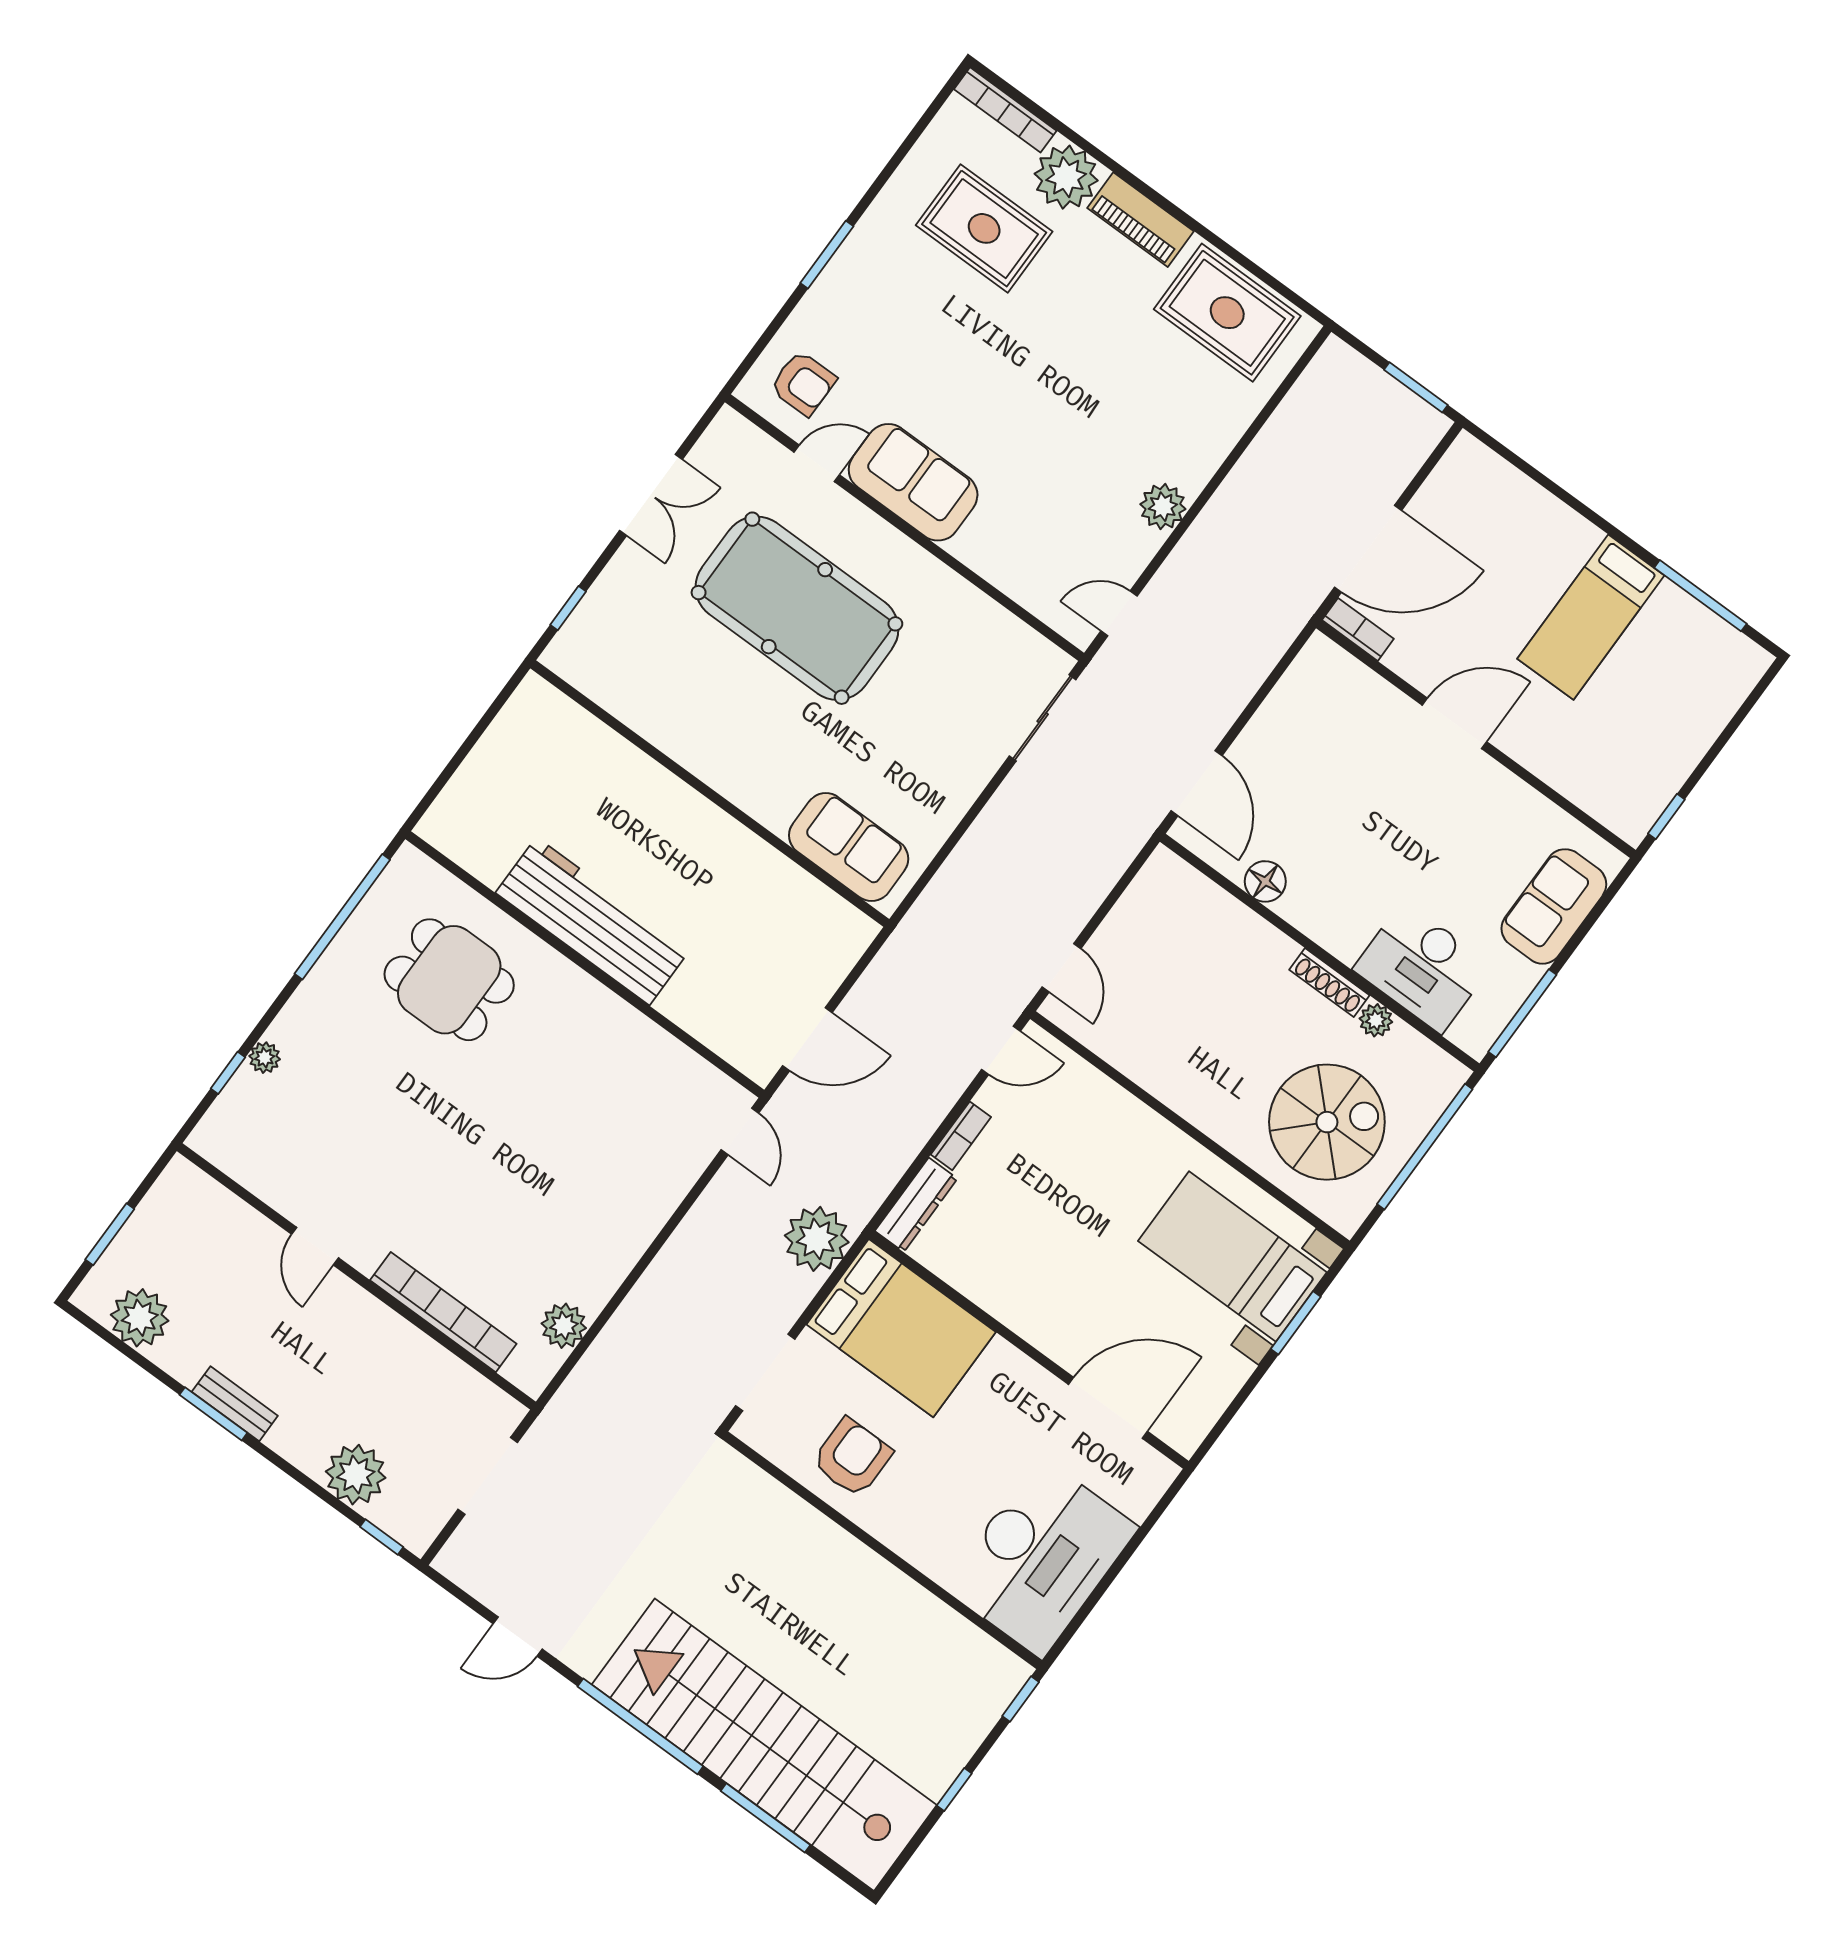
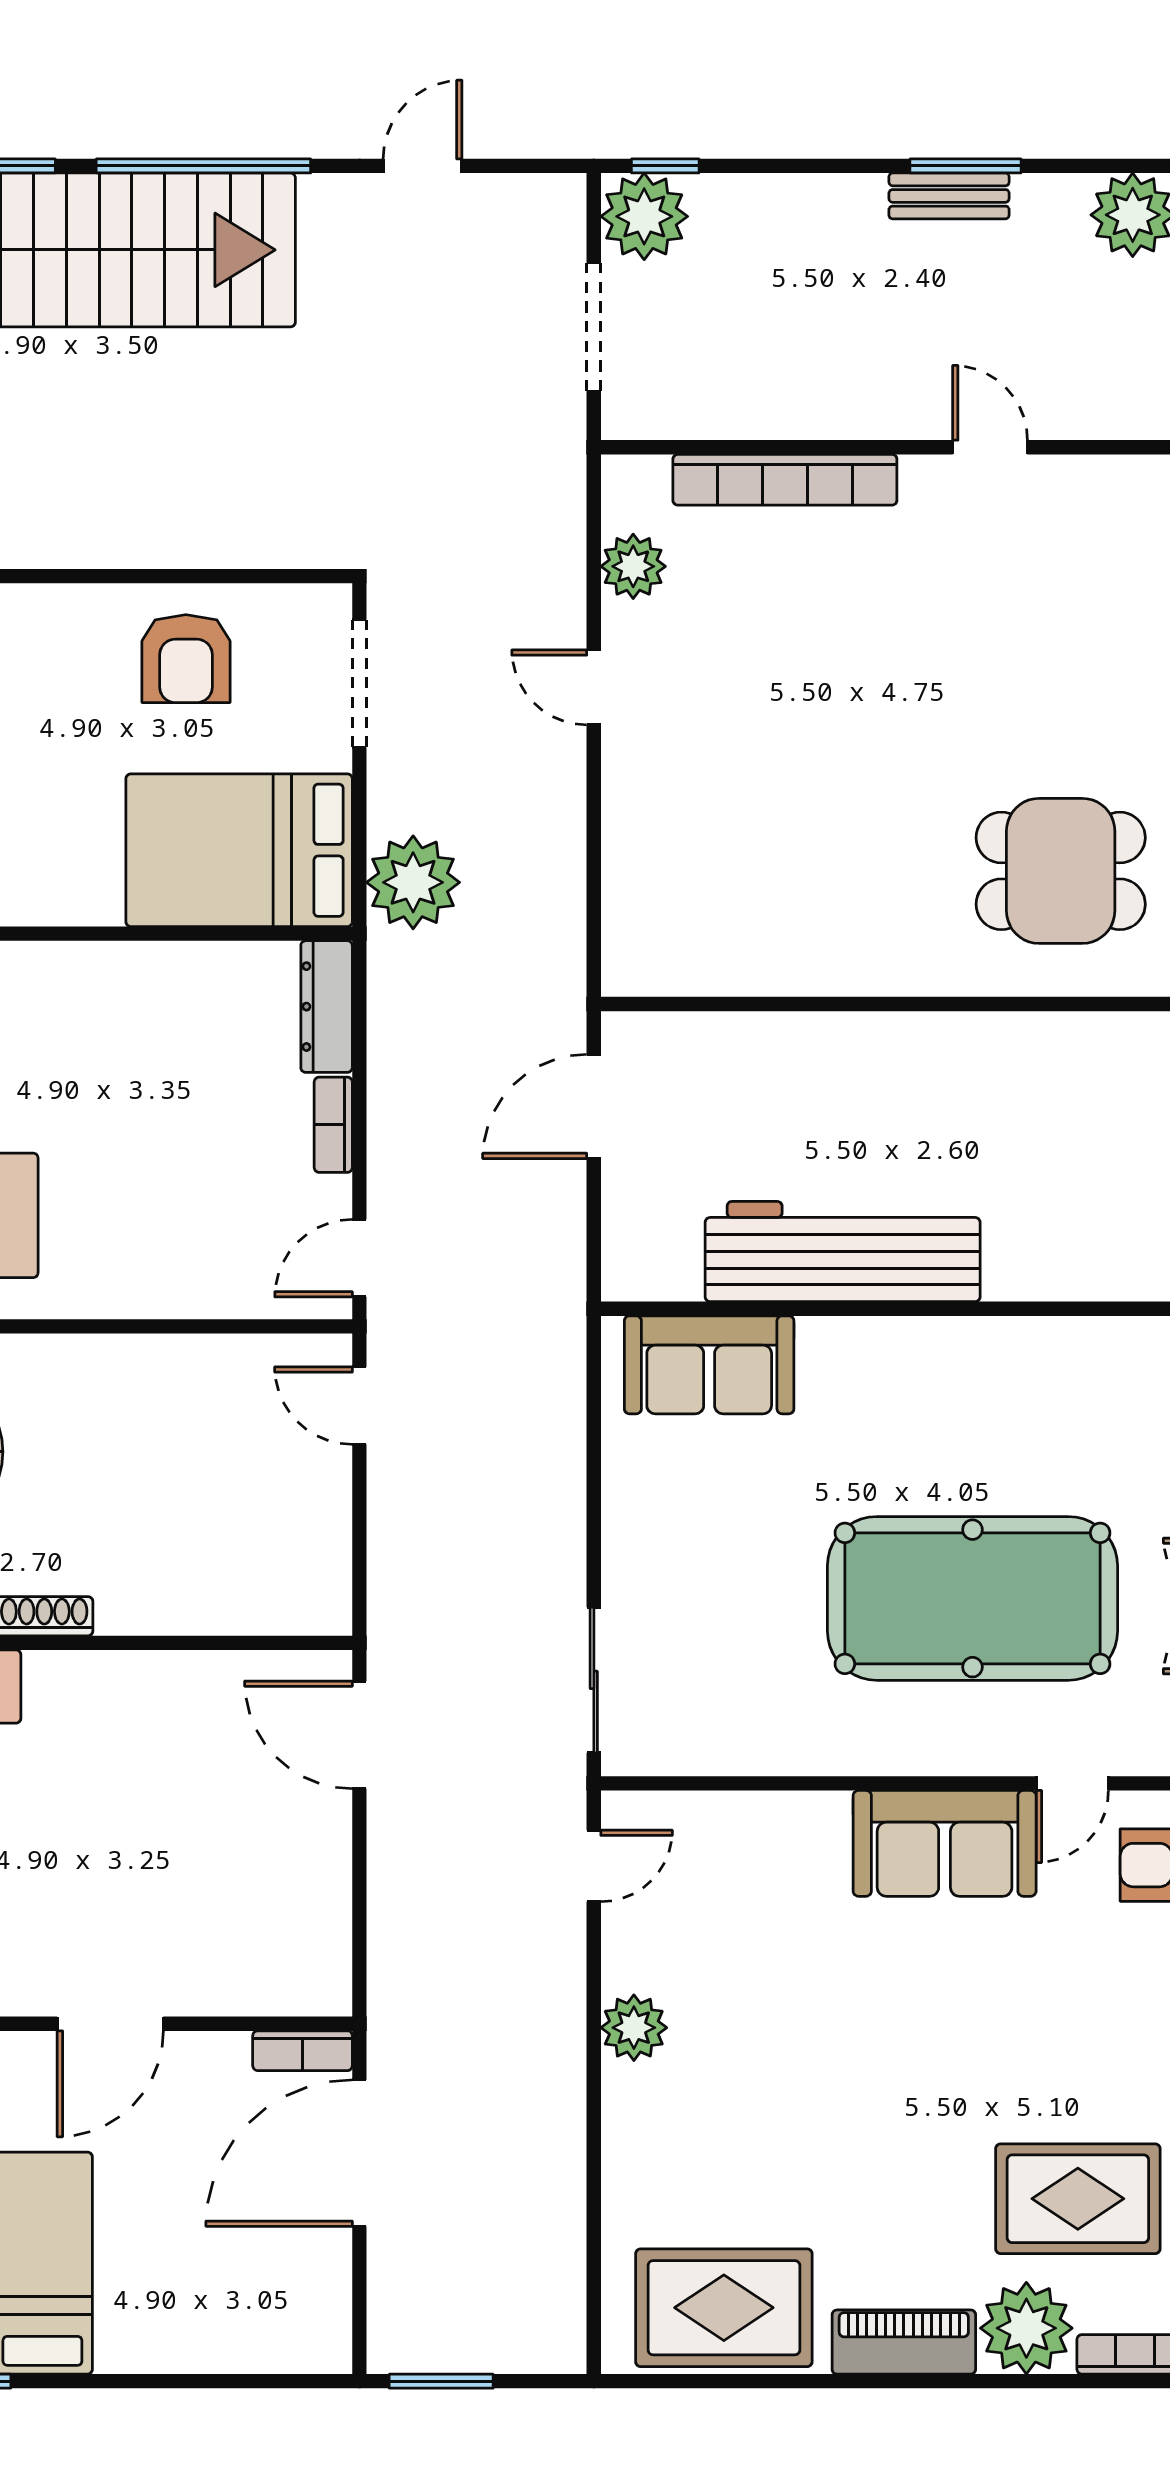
floor lamp: (1265, 881) -> (196, 1679), removed
workbench: (593, 921) -> (843, 1252), moved, turned 180
door: (740, 1131) -> (594, 687), moved
plant: (356, 1475) -> (644, 216), moved

